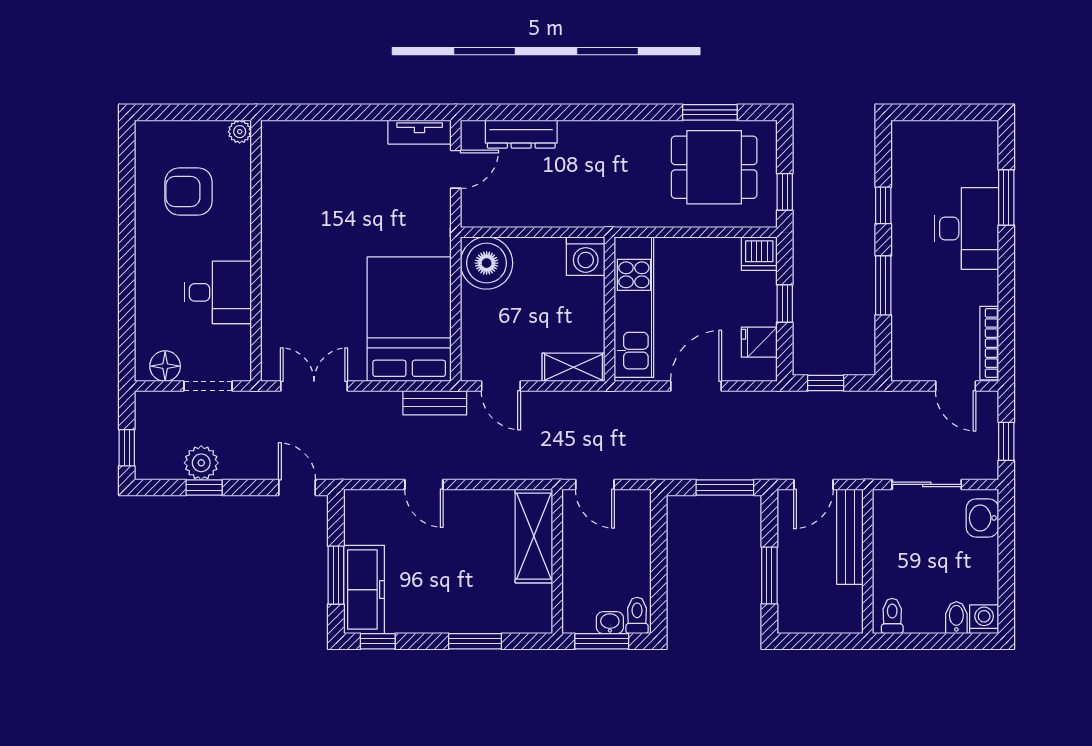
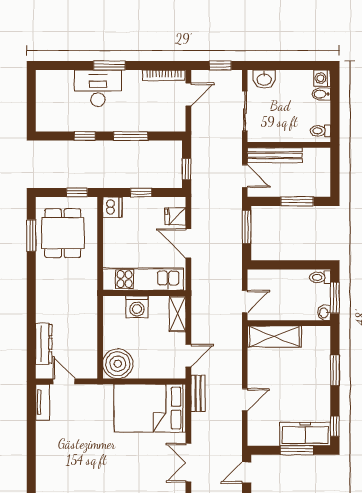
window: (1006, 198) -> (109, 65), moved
washing machine: (586, 256) -> (137, 307), moved, turned 90
fridge: (759, 342) -> (175, 216), moved, turned 90
washbasin: (610, 623) -> (324, 313), moved

